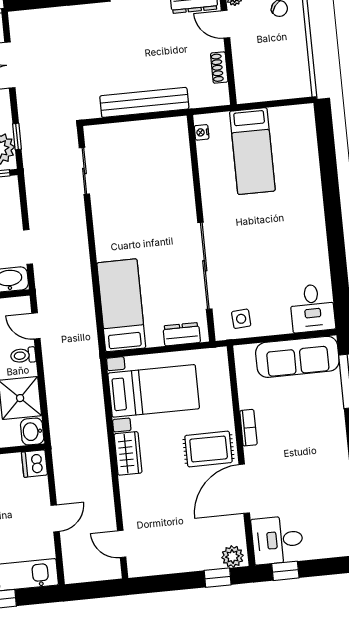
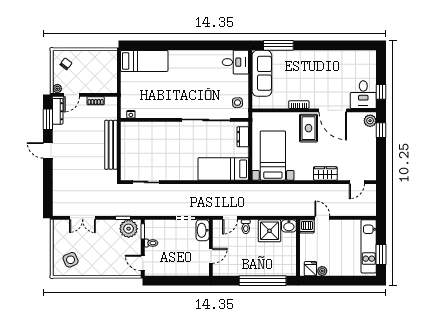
bed: (252, 151) -> (144, 61), moved
wardrobe: (128, 453) -> (325, 173), moved
door: (55, 518) -> (322, 218), moved

